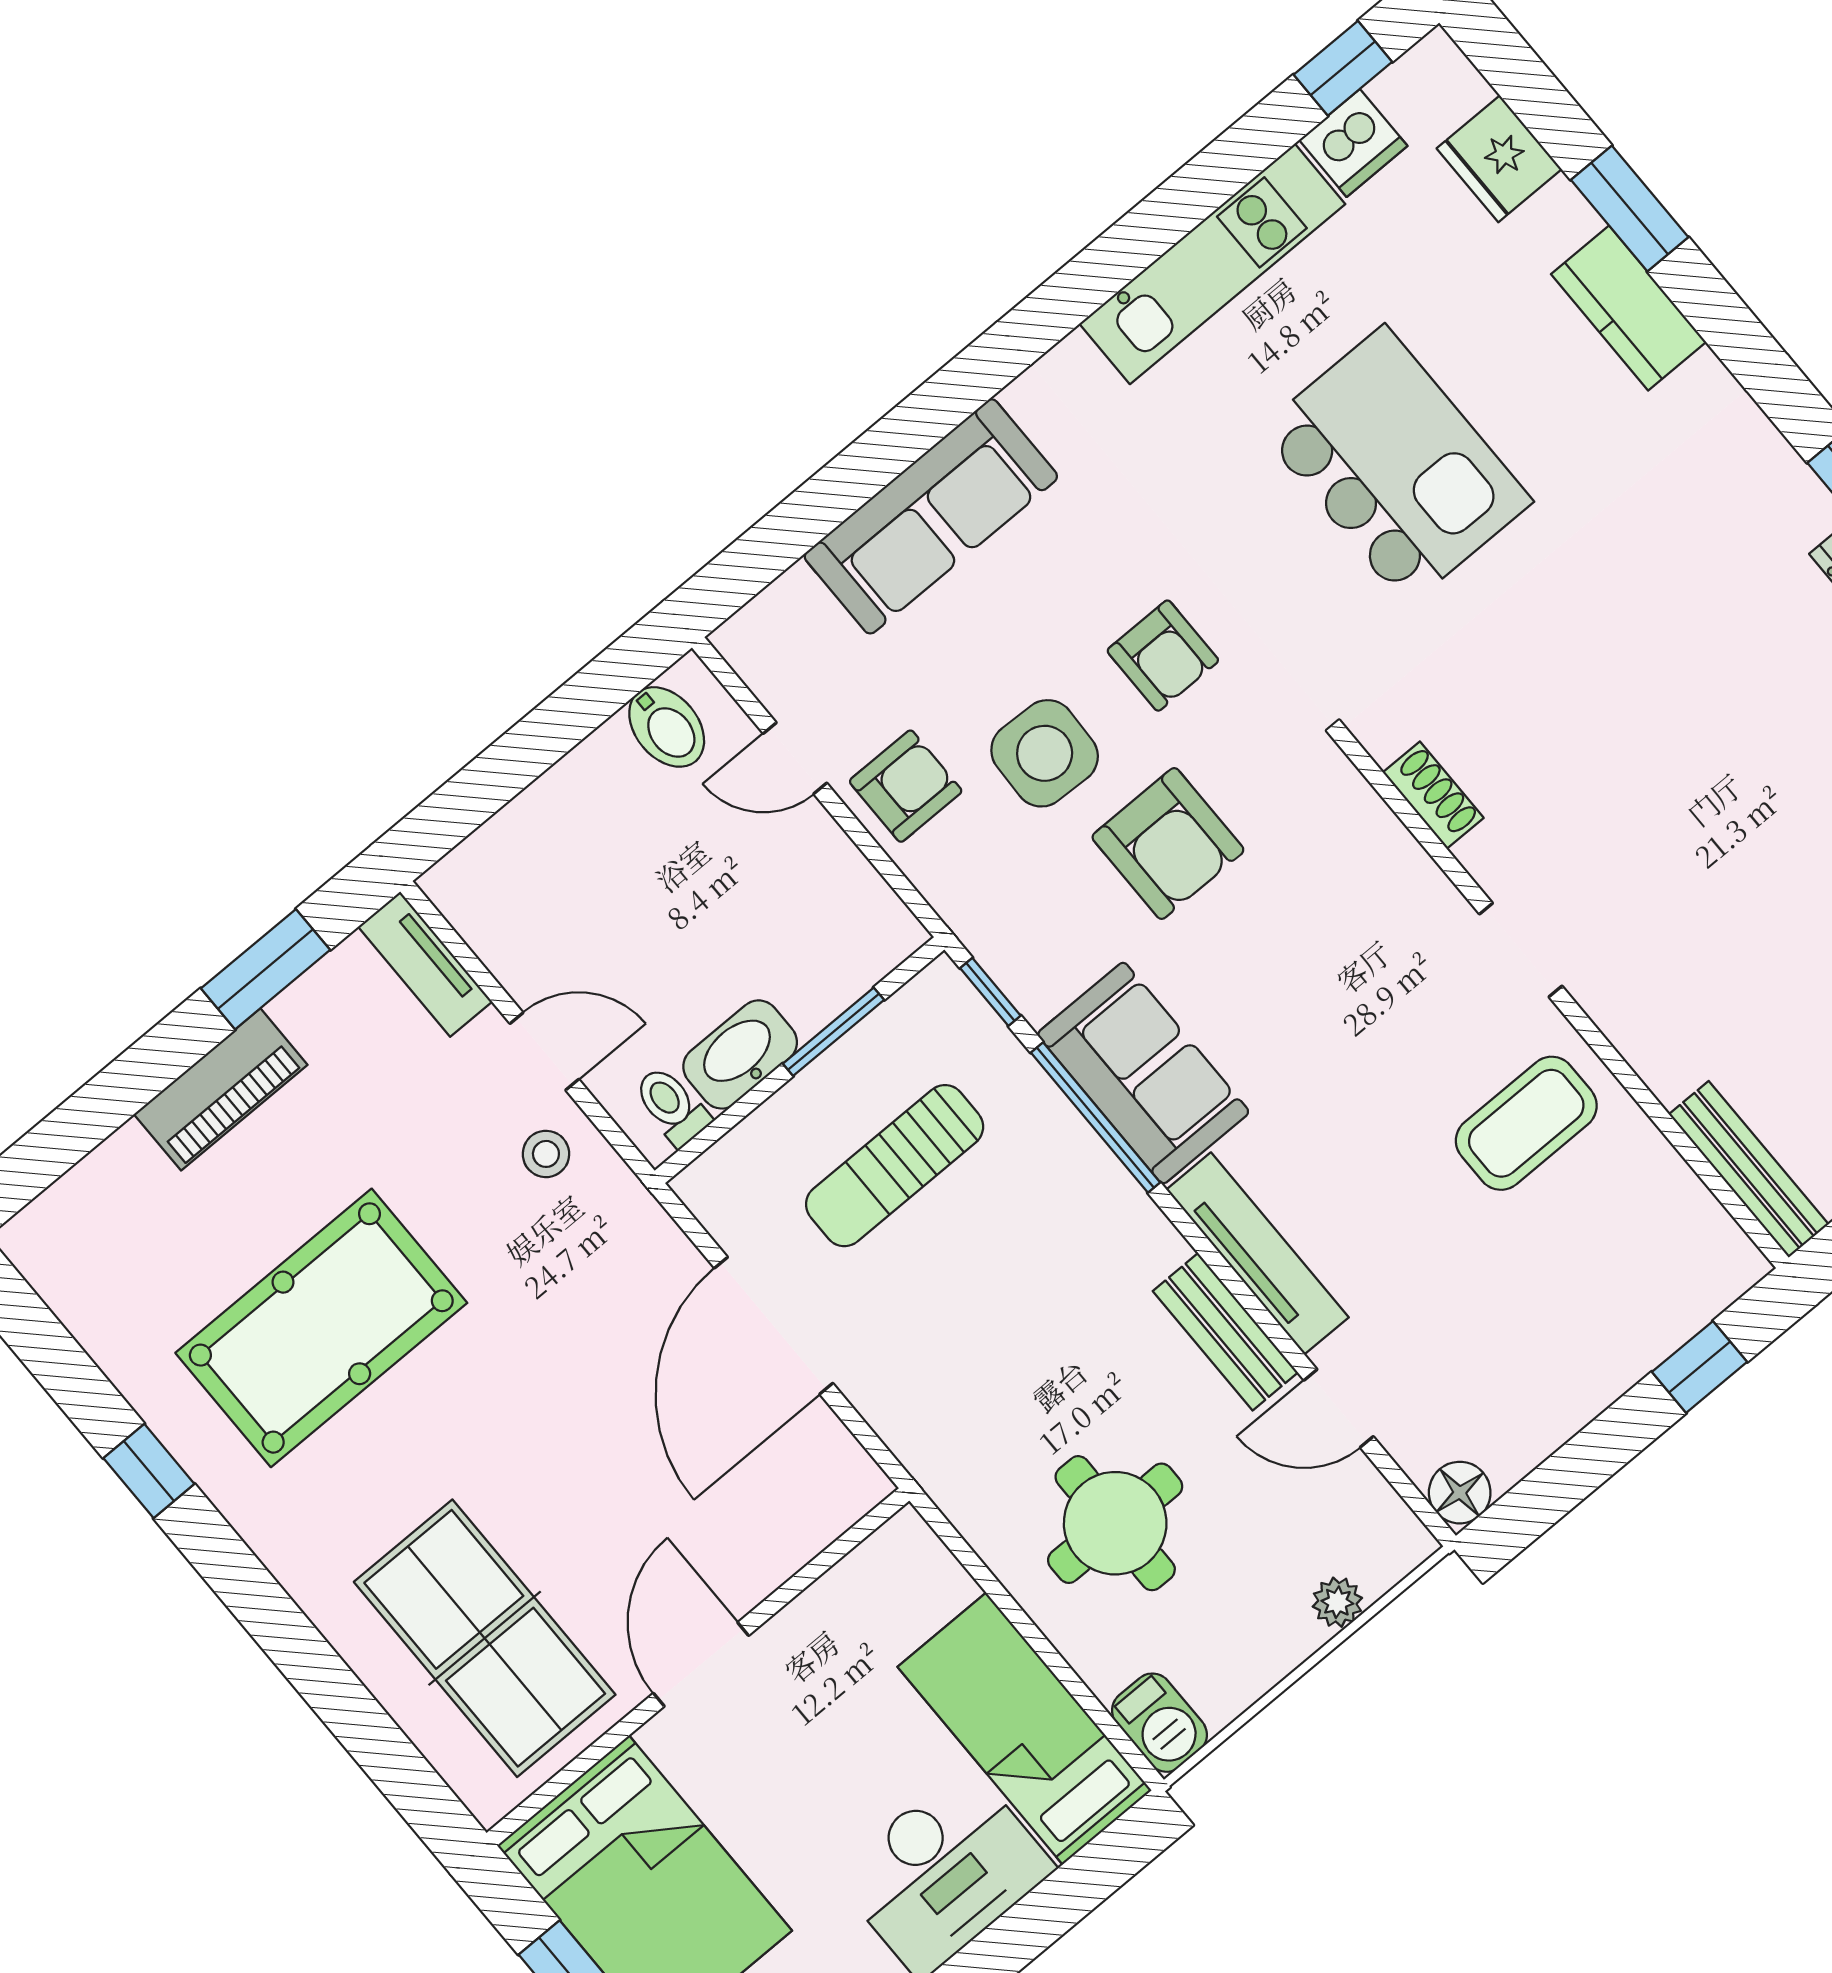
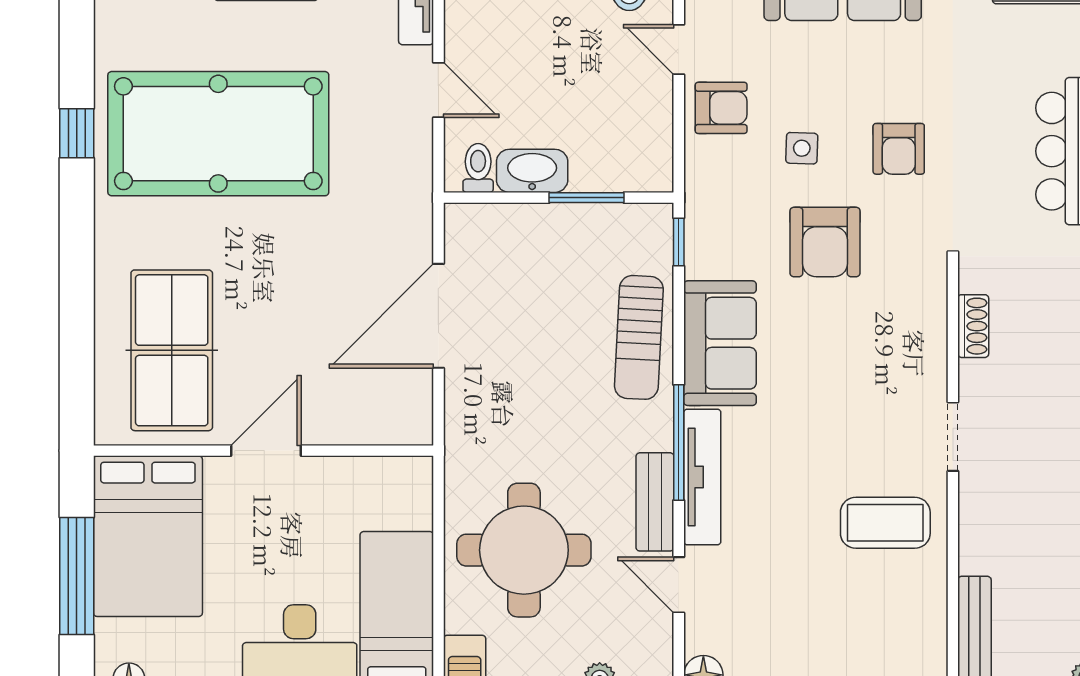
side table: (1045, 753) -> (802, 148), width x0.54, depth x0.54
window: (1095, 1118) -> (679, 442), moved
stool: (546, 1154) -> (398, 140), removed
sun lounger: (895, 1166) -> (639, 337), moved, turned -87
pool table: (321, 1328) -> (218, 134), width x1.36, depth x1.32
round table: (1115, 1523) -> (524, 550), width x1.36, depth x1.36

